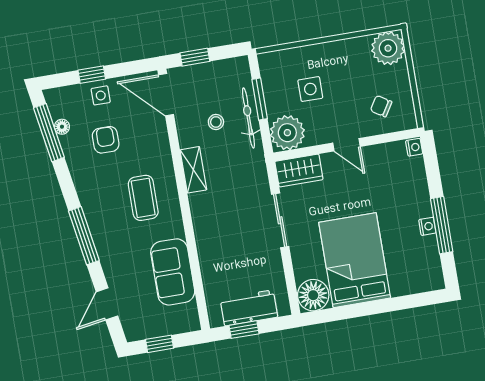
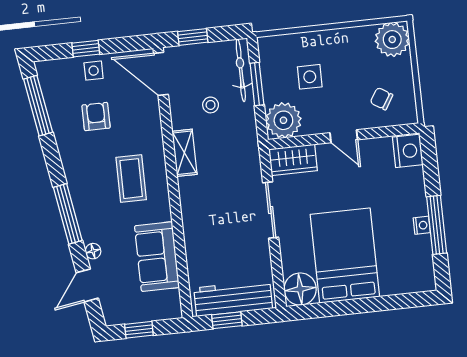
bicycle: (248, 118) -> (241, 70), moved
floor lamp: (62, 127) -> (93, 251), moved
nightstand: (414, 147) -> (408, 151), width x1.89, depth x1.79
workbench: (249, 308) -> (233, 298), width x1.38

